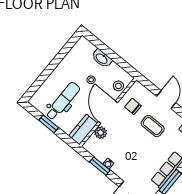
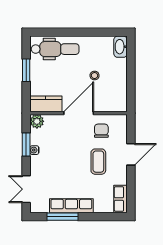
washbasin: (102, 58) -> (121, 47), moved
stool: (118, 86) -> (109, 103), removed
dental chair: (63, 101) -> (55, 49), moved
plant: (101, 133) -> (37, 121), moved

